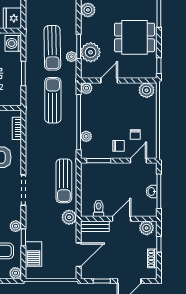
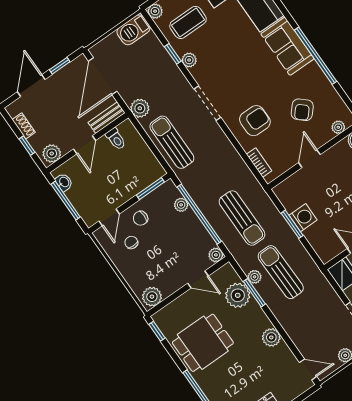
washing machine: (13, 43) -> (303, 218), moved
door: (109, 80) -> (198, 280), hinge flipped
washbasin: (152, 191) -> (64, 182), moved
barbecue: (34, 254) -> (133, 30), moved, turned -90
door: (79, 255) -> (103, 76), width x1.36

